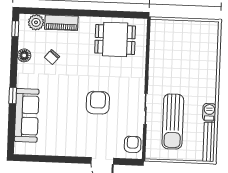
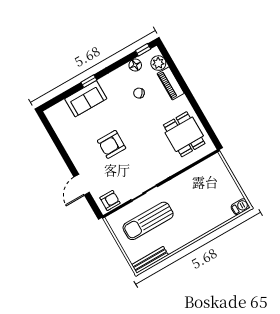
floor lamp: (24, 55) -> (135, 65), moved
armchair: (98, 103) -> (112, 144), moved, turned 180
barbecue: (209, 112) -> (240, 207), moved
sofa: (27, 115) -> (86, 99), width x0.73

